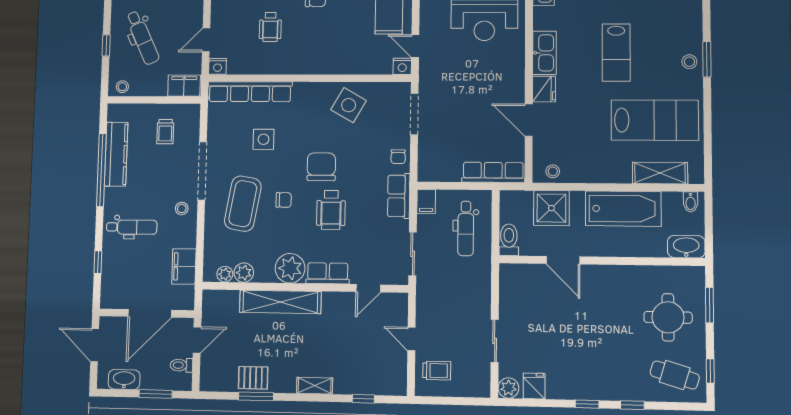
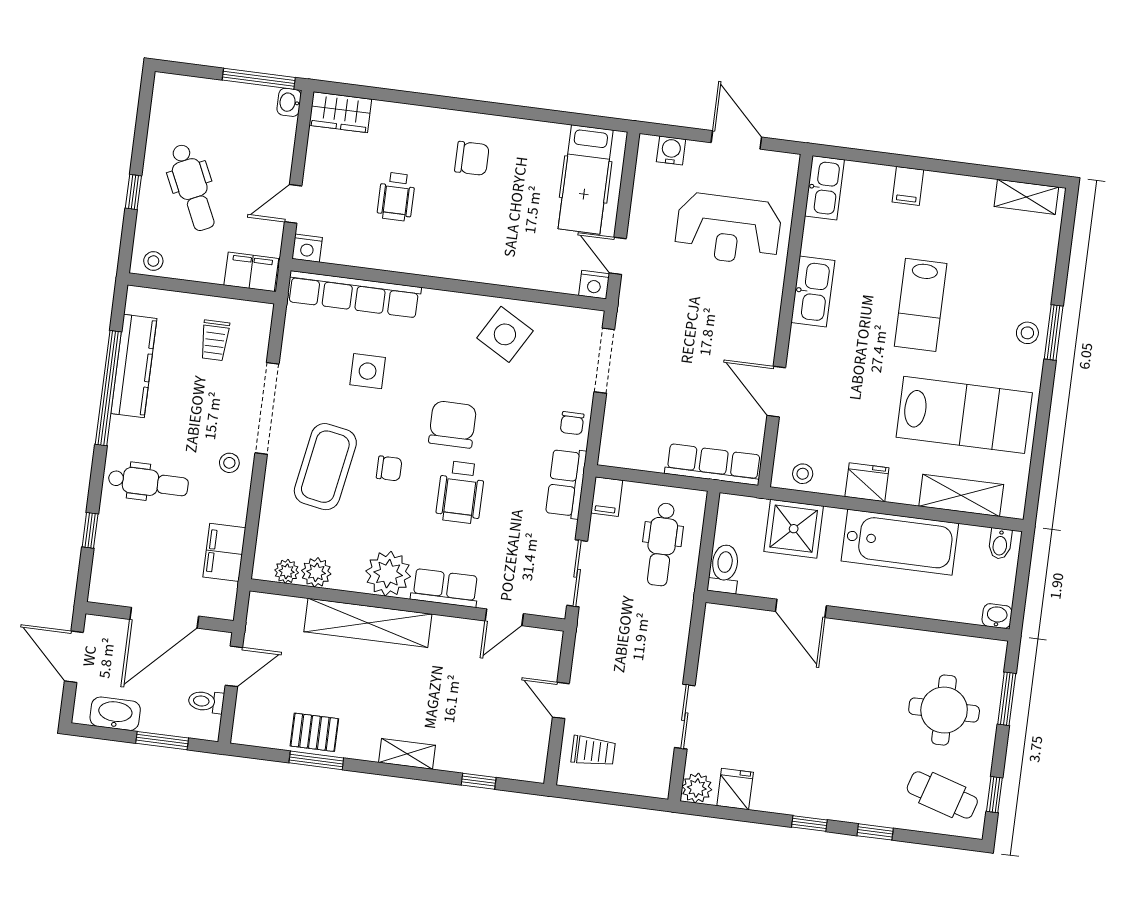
fridge: (544, 89) -> (867, 482), moved, turned -90
washbasin: (686, 247) -> (997, 616), width x0.52, depth x0.69

